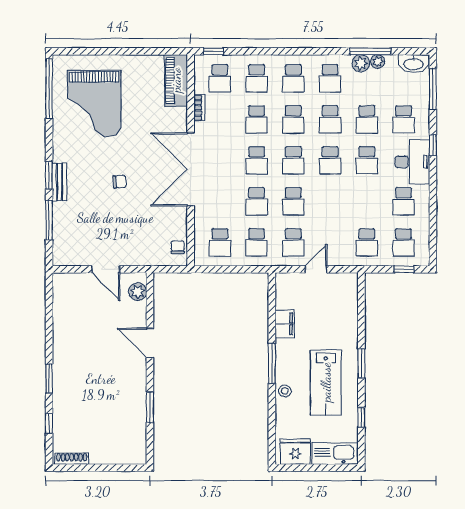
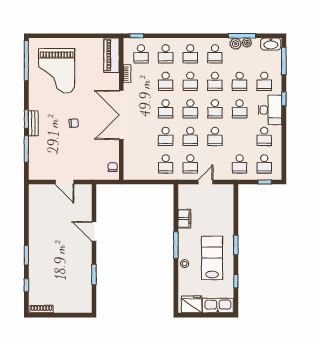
school desk: (220, 242) -> (215, 136), moved
plant: (138, 292) -> (86, 197), removed
lab bench: (326, 382) -> (212, 258), turned 180

